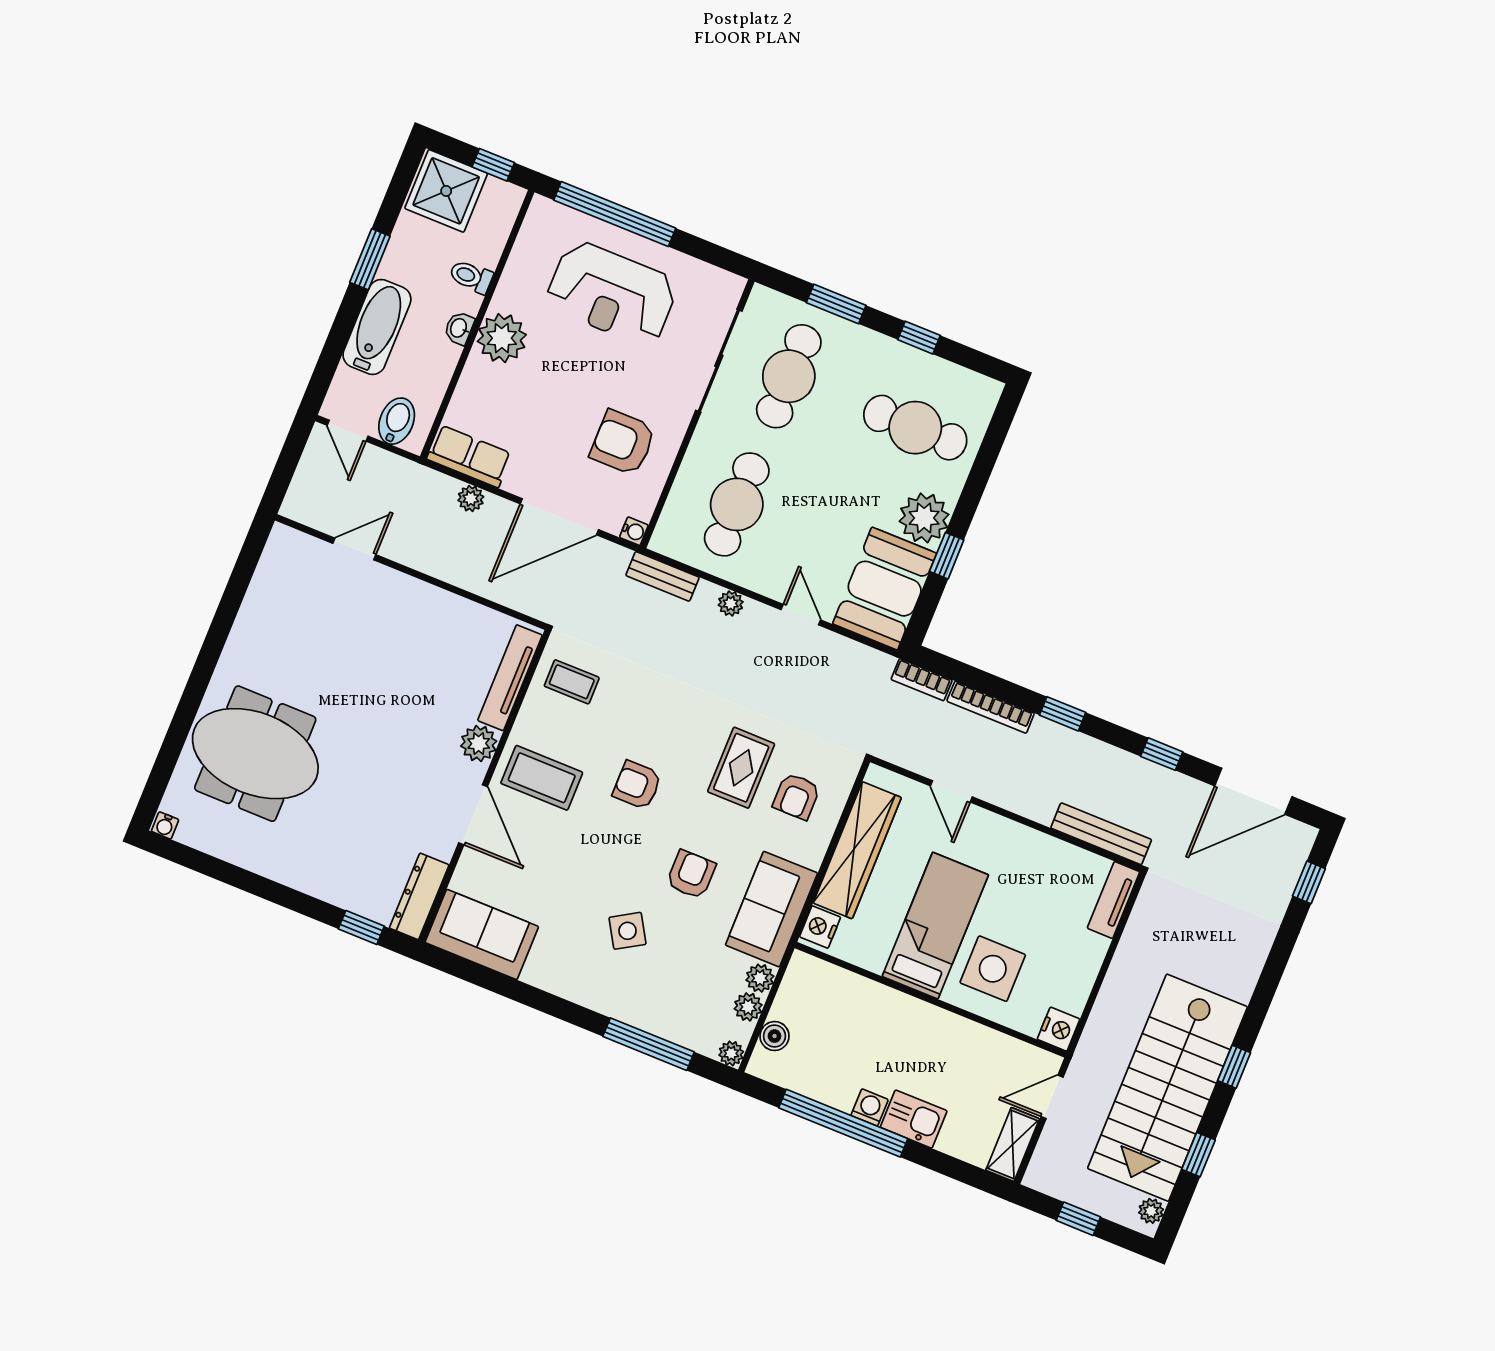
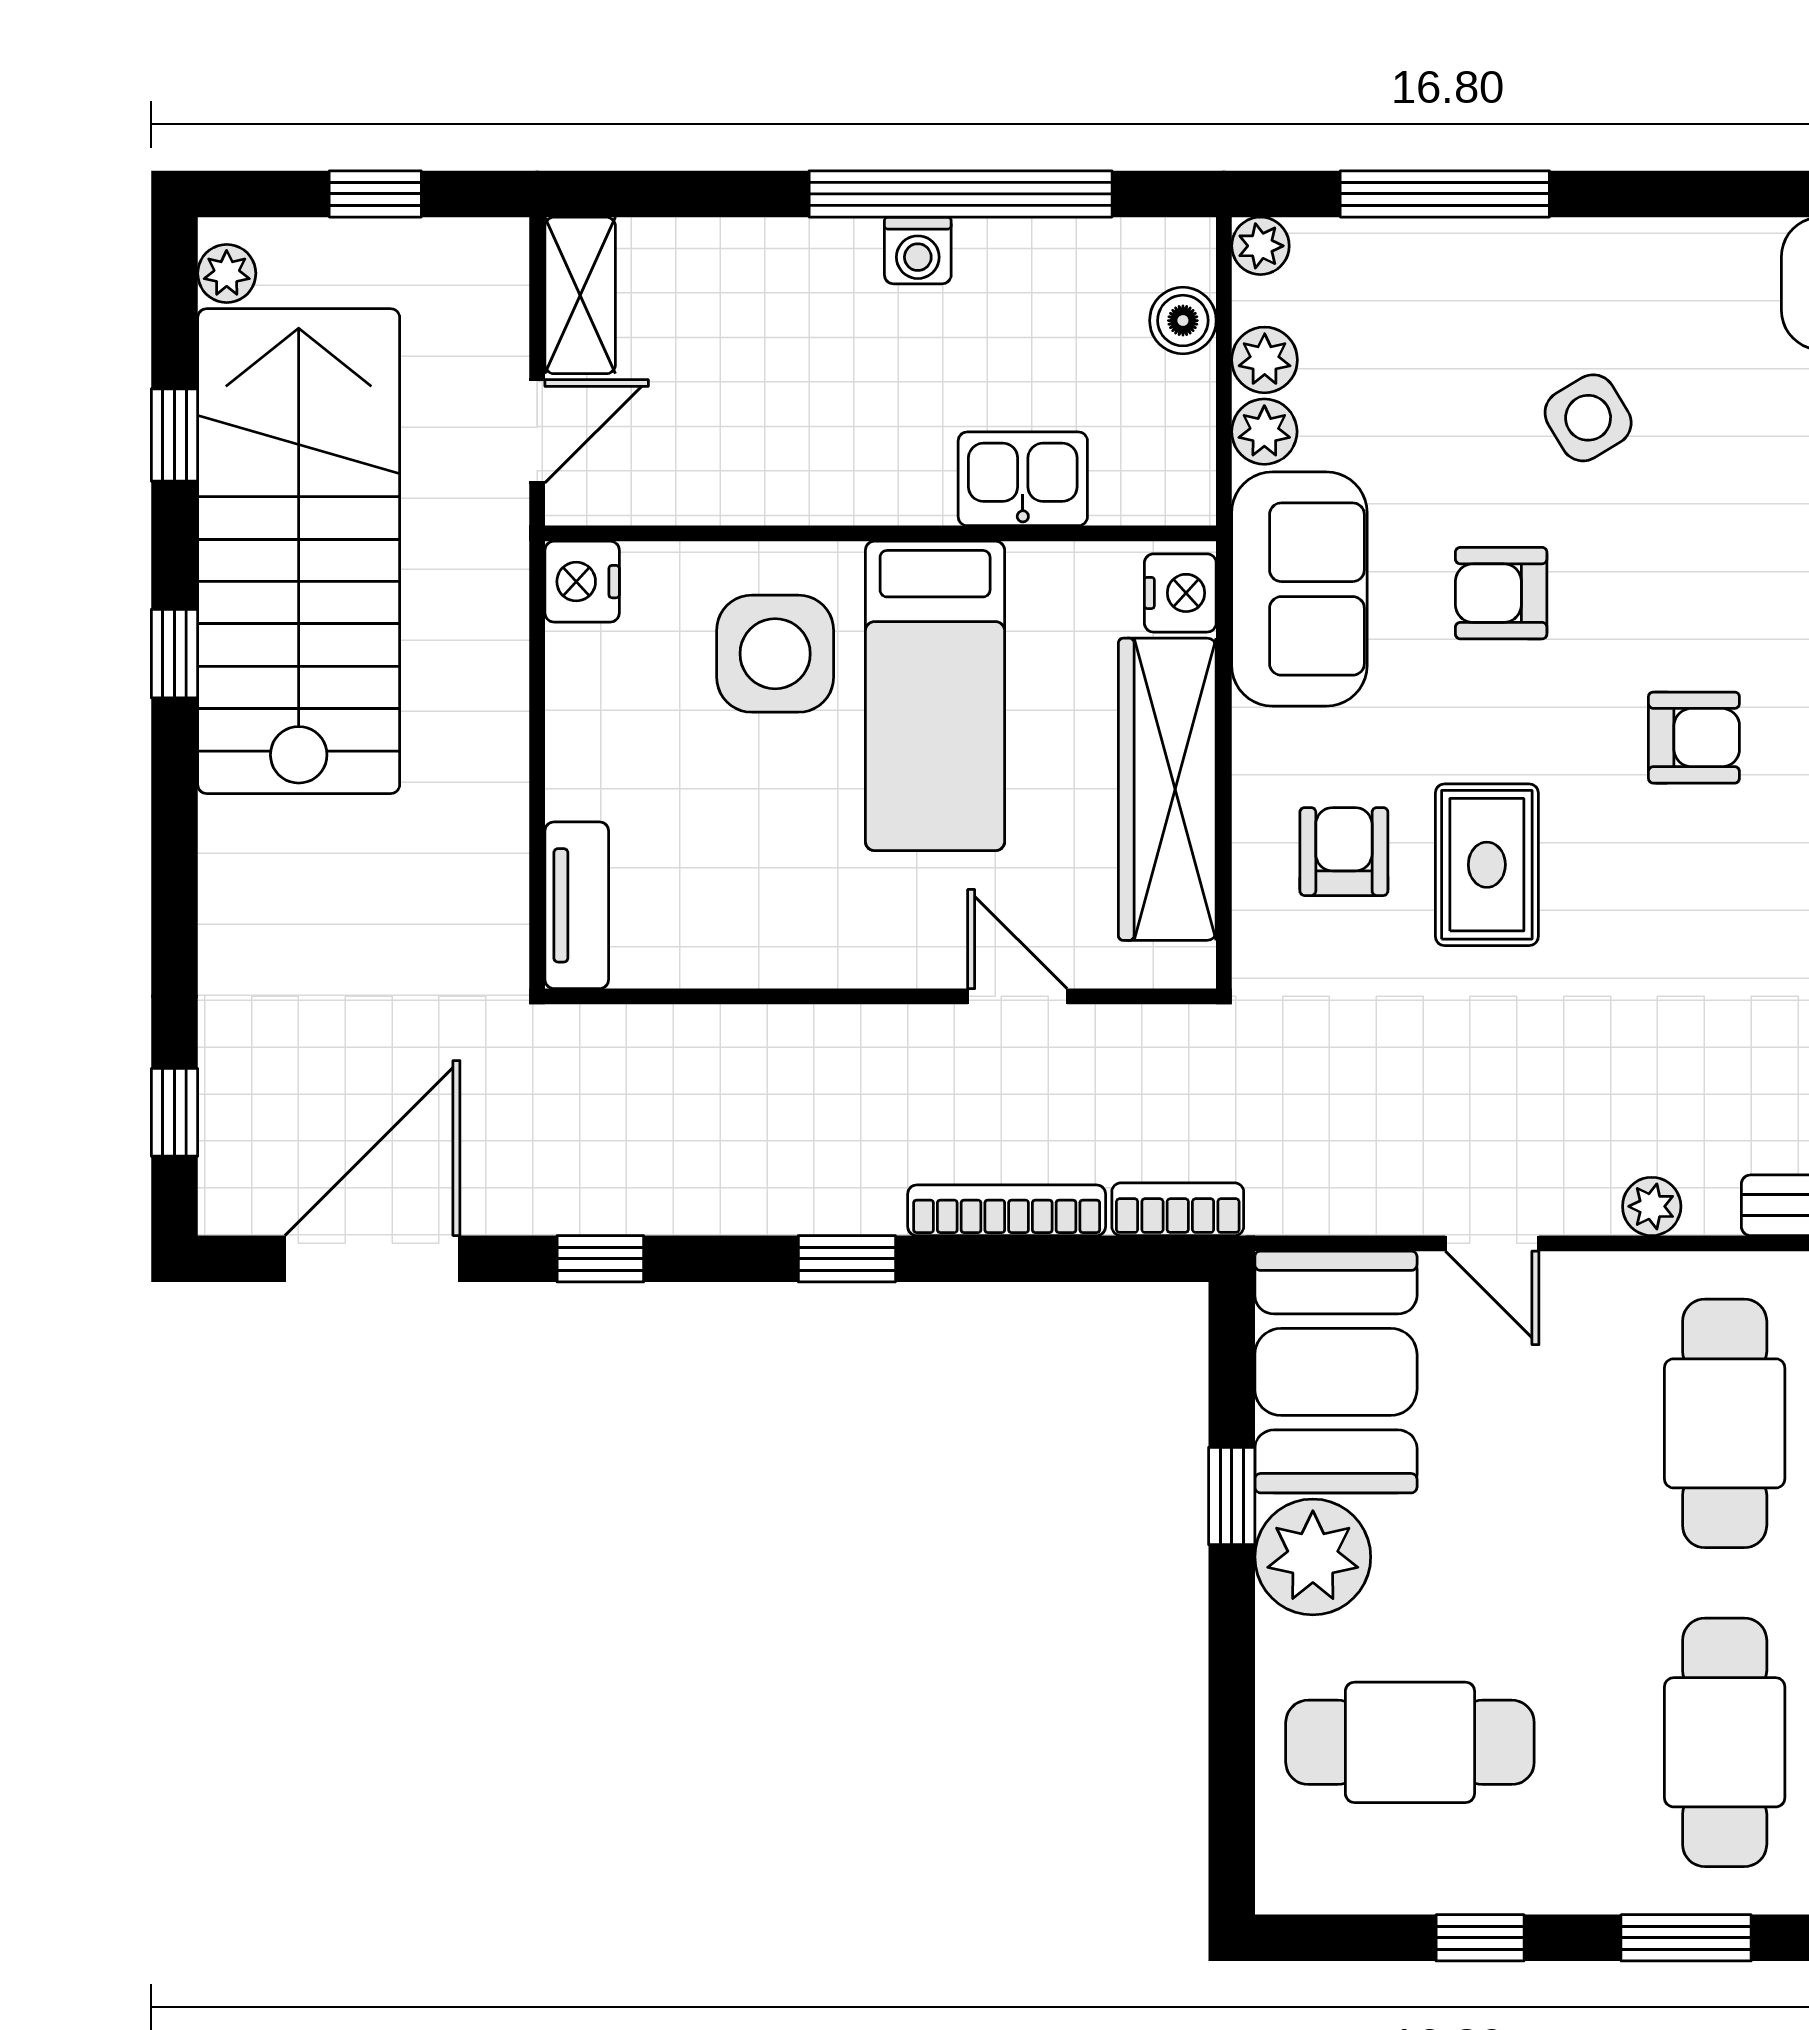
bench: (1101, 834) -> (661, 1036), removed
armchair: (691, 875) -> (1501, 593), turned 90
kitchen sink: (914, 1119) -> (1023, 479), moved, turned 180

